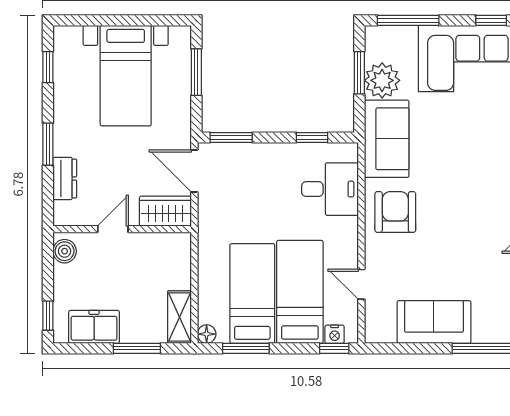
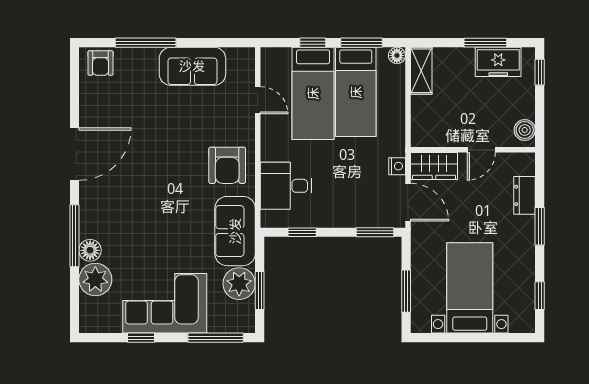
nightstand: (335, 334) -> (397, 166), moved, turned 90
window: (137, 348) -> (485, 43), moved
window: (334, 348) -> (313, 43), moved

